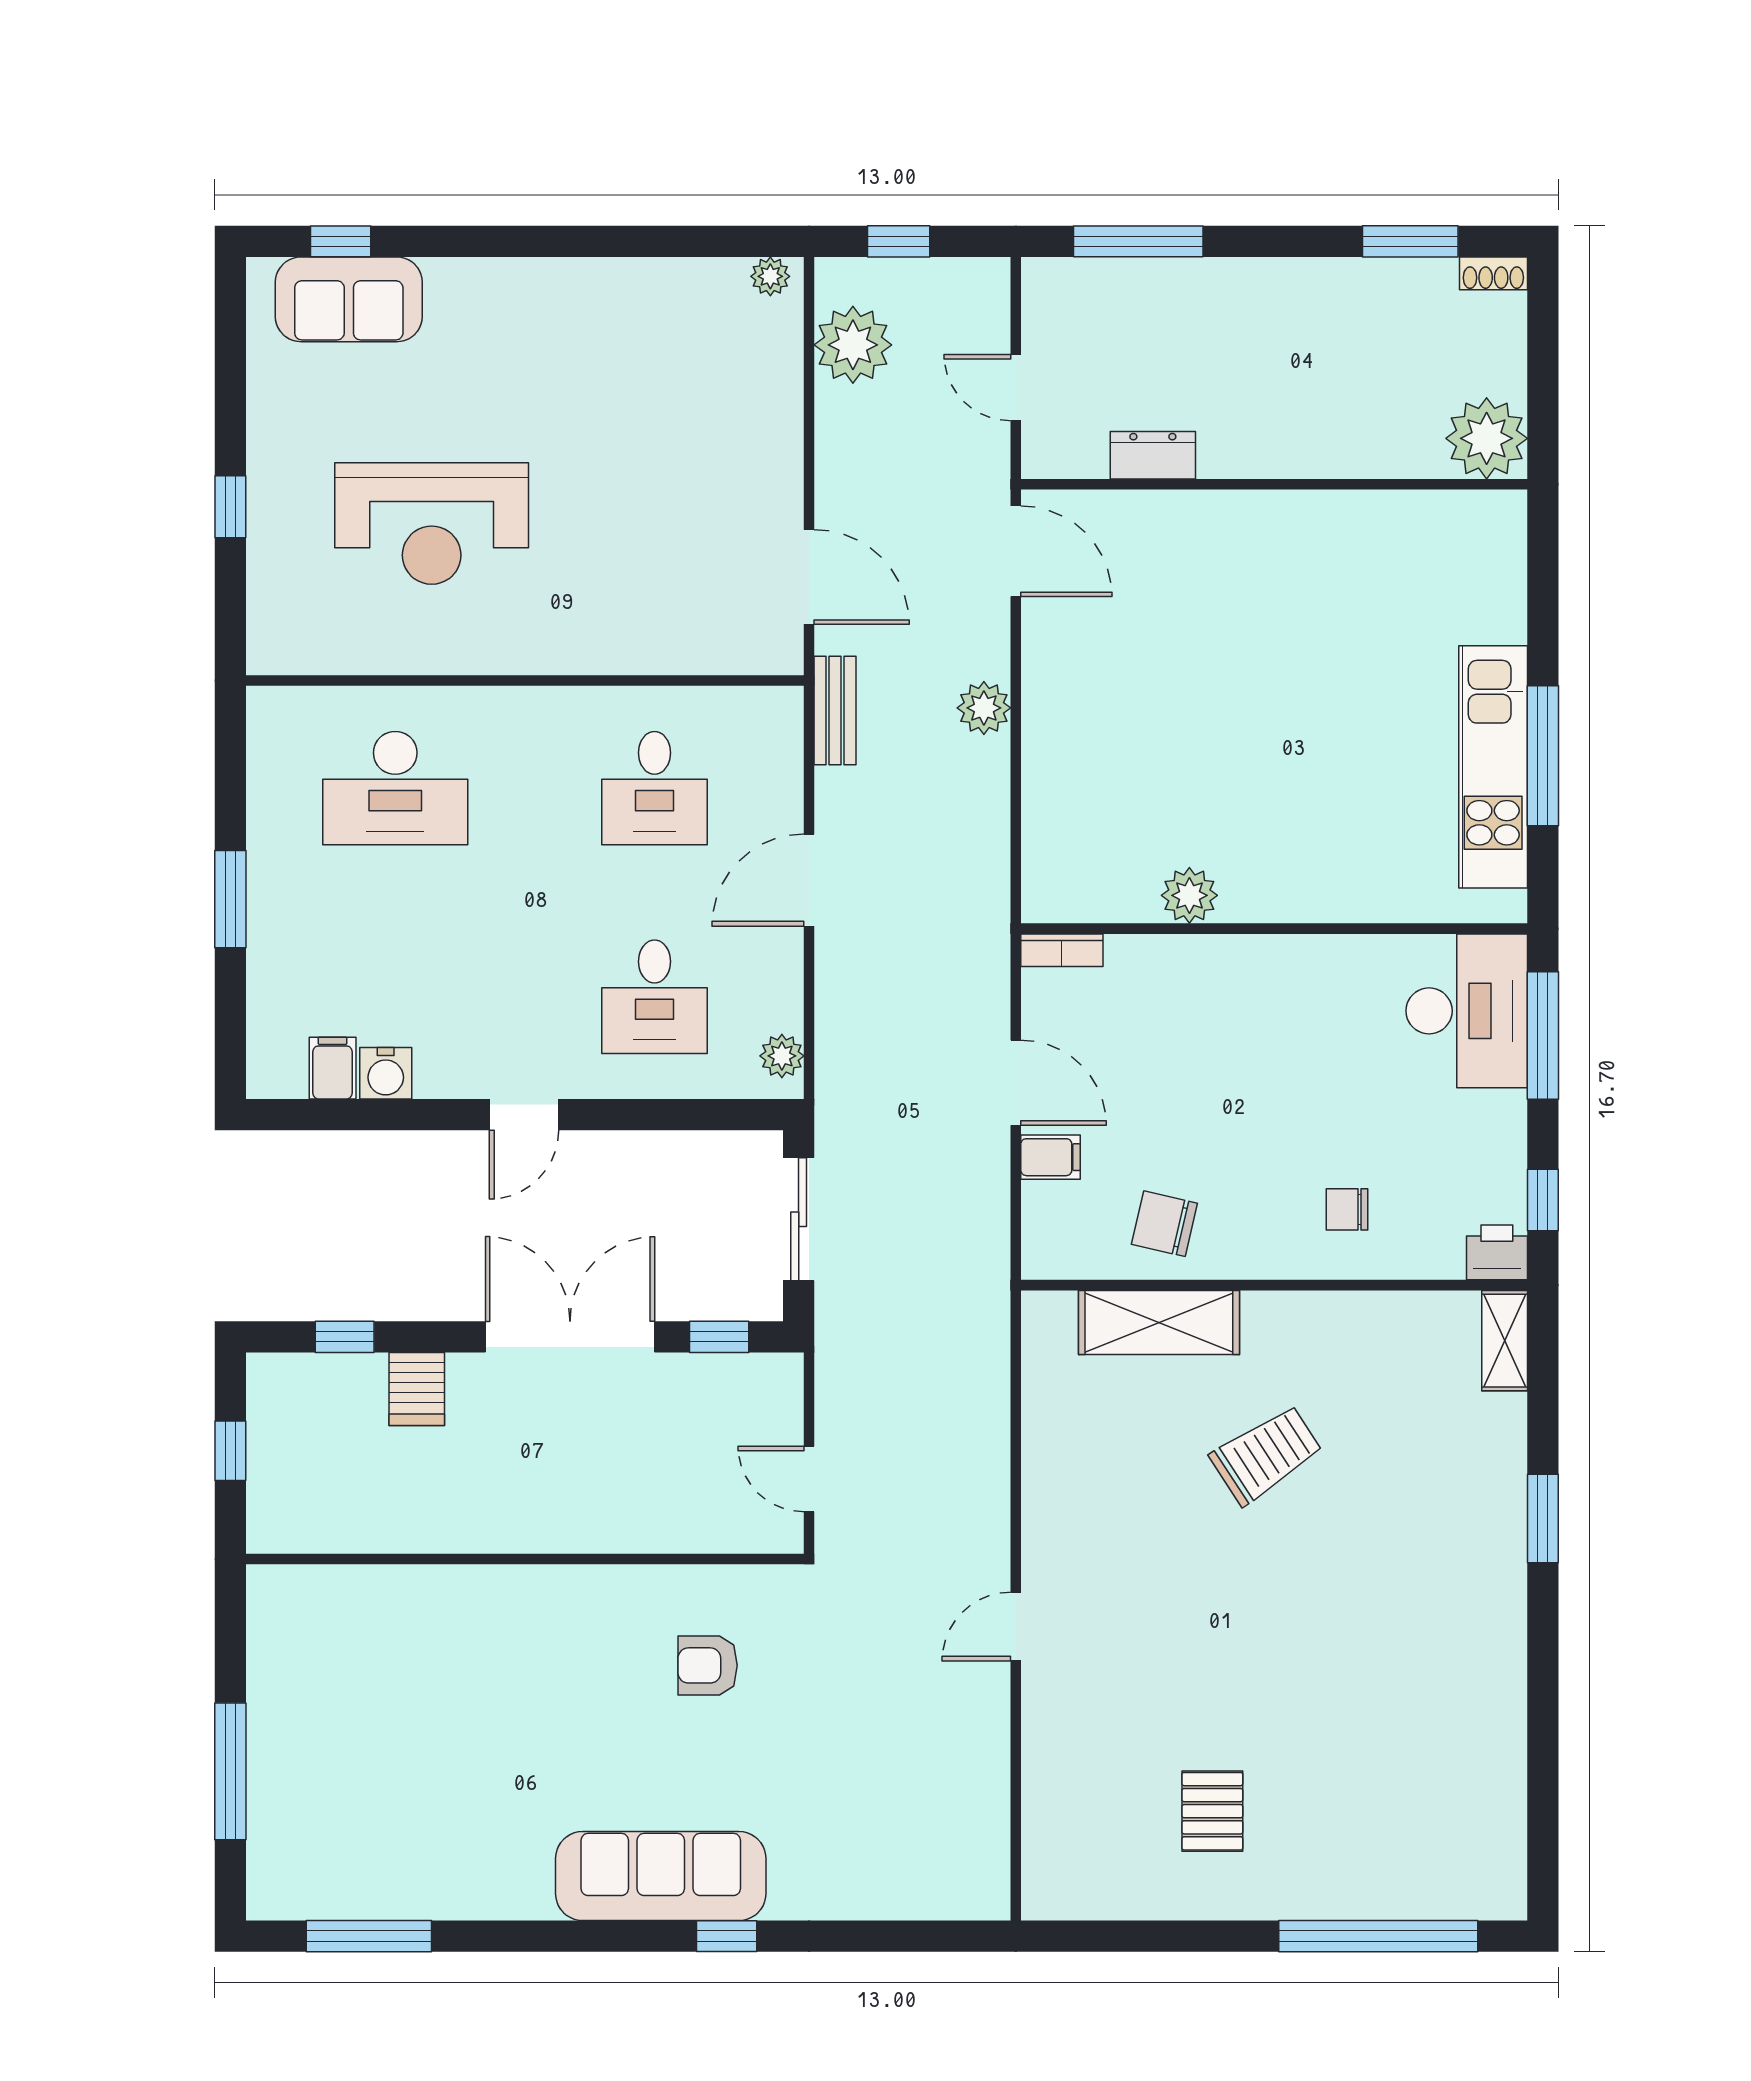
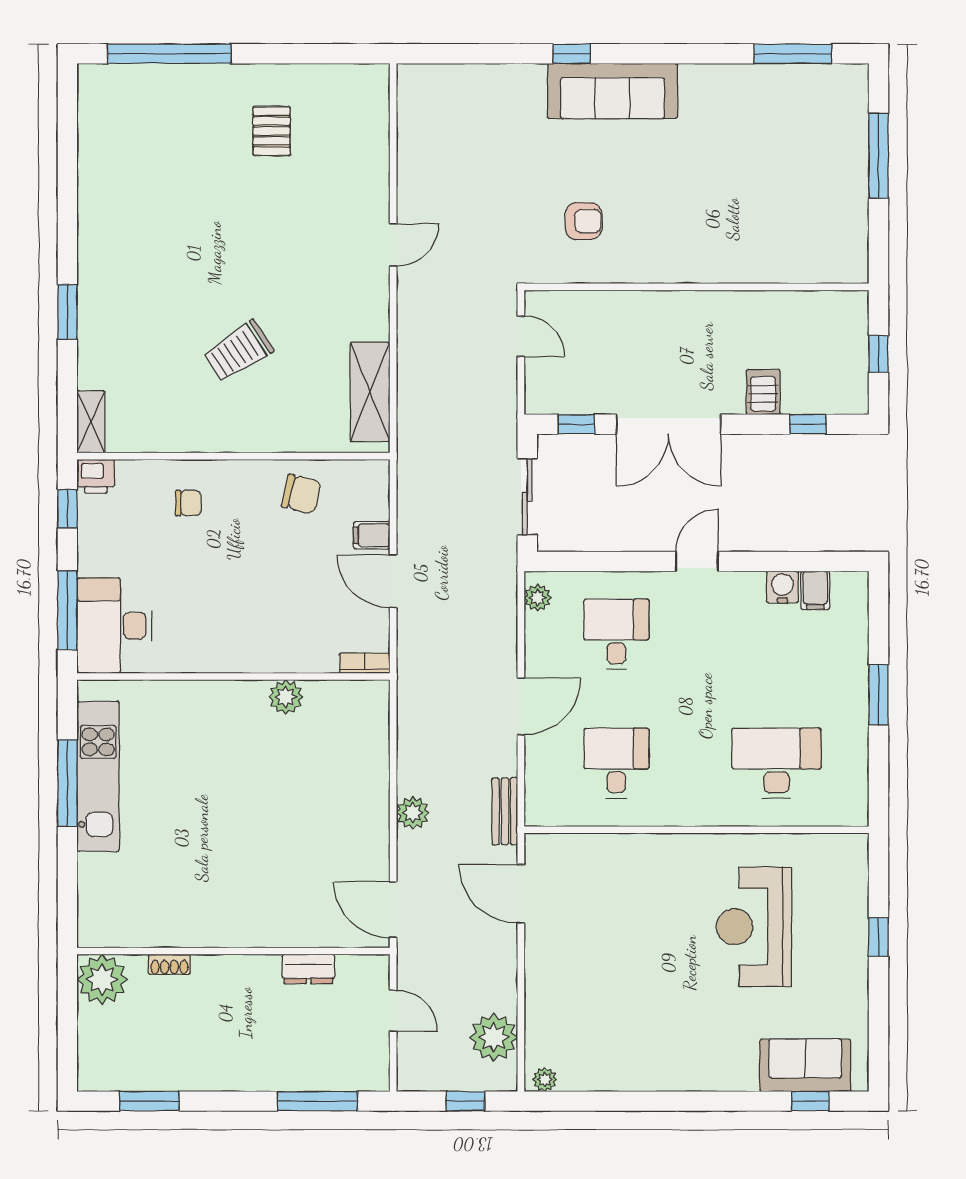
shoe rack: (1493, 273) -> (169, 964), moved, turned 180
reception desk: (432, 524) -> (754, 927), turned -90
shelving: (1159, 1322) -> (370, 392), moved, turned 90

